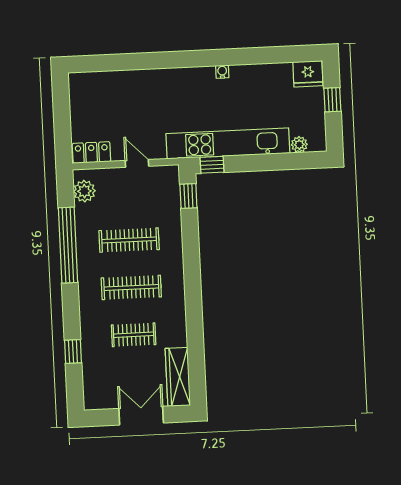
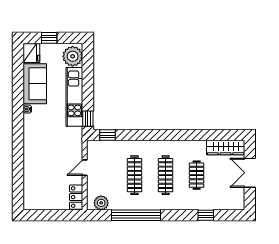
sofa: (261, 81) -> (35, 84), added
kitchen unit: (228, 143) -> (74, 97), width x0.73
plant: (299, 145) -> (73, 56), width x1.88, depth x1.88

